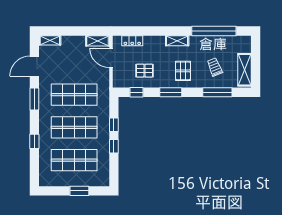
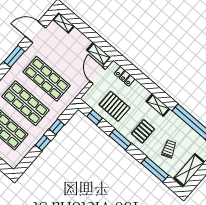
pallet: (145, 71) -> (115, 106), width x1.50, depth x1.42

